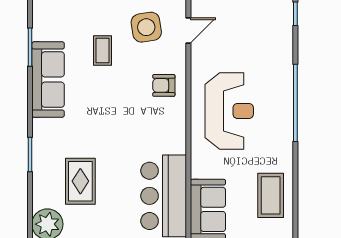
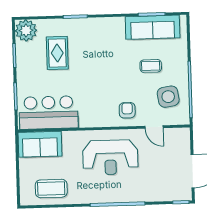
door: (188, 31) -> (154, 127), moved
sofa: (48, 80) -> (153, 27), moved
rug: (80, 181) -> (57, 53), turned 90

